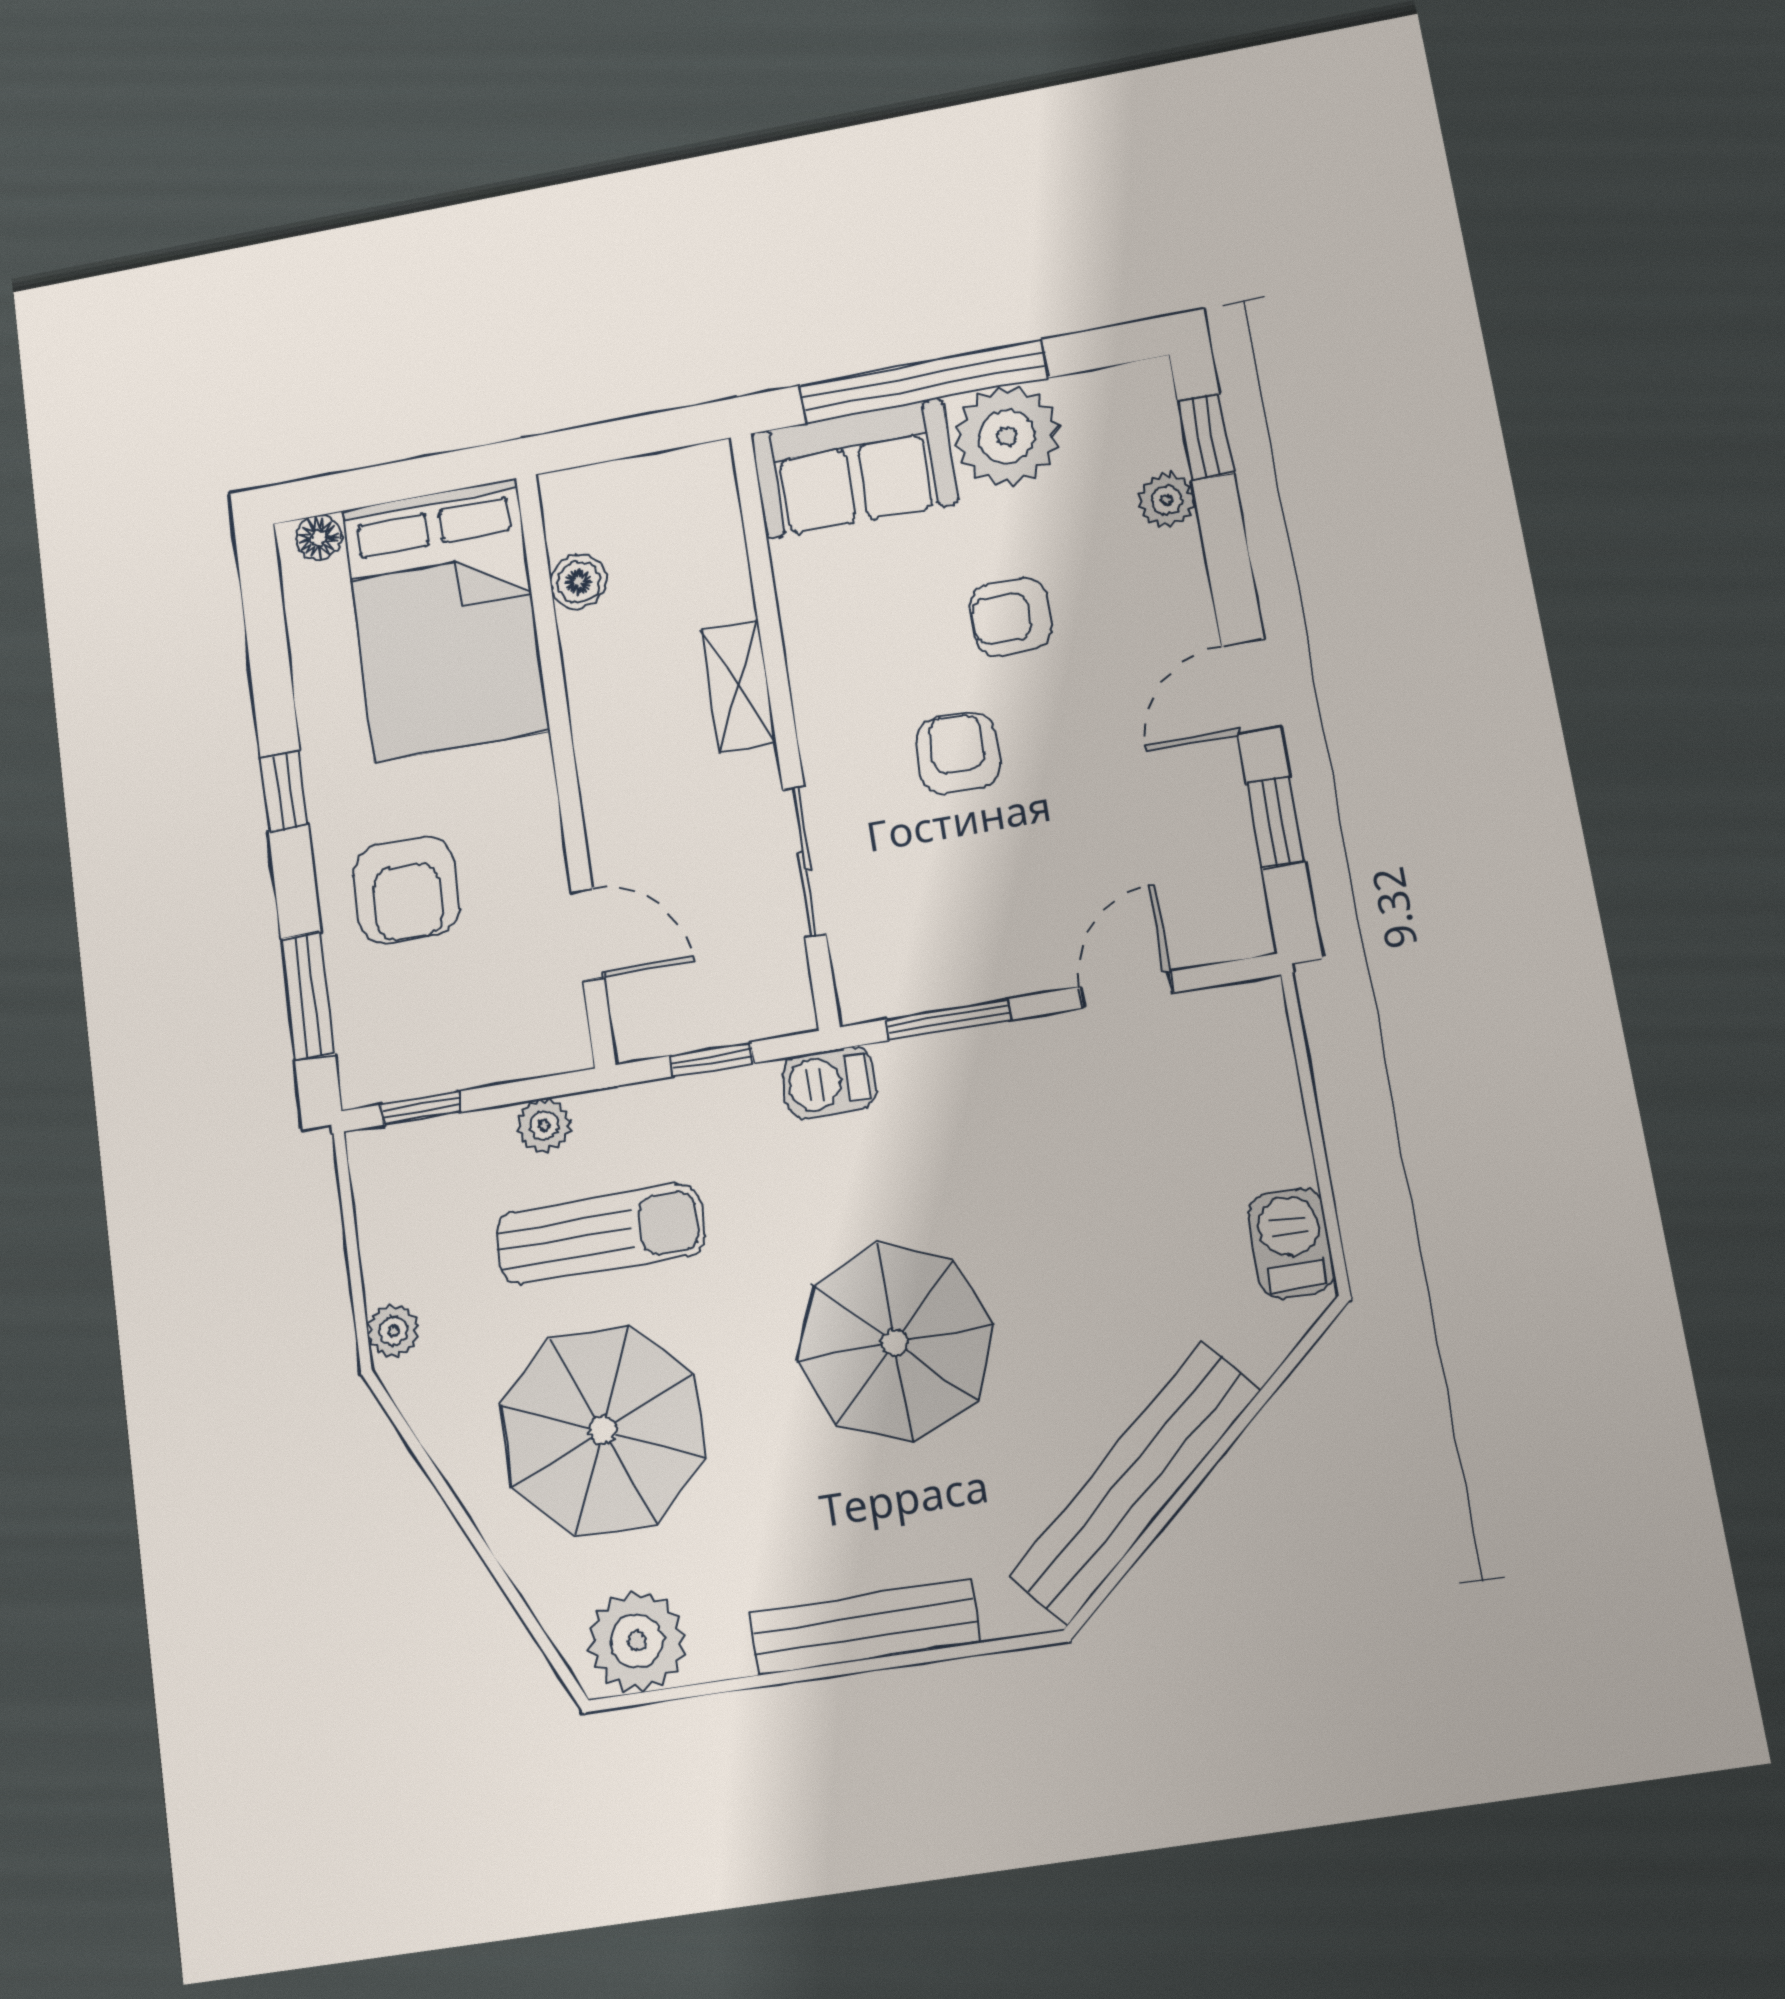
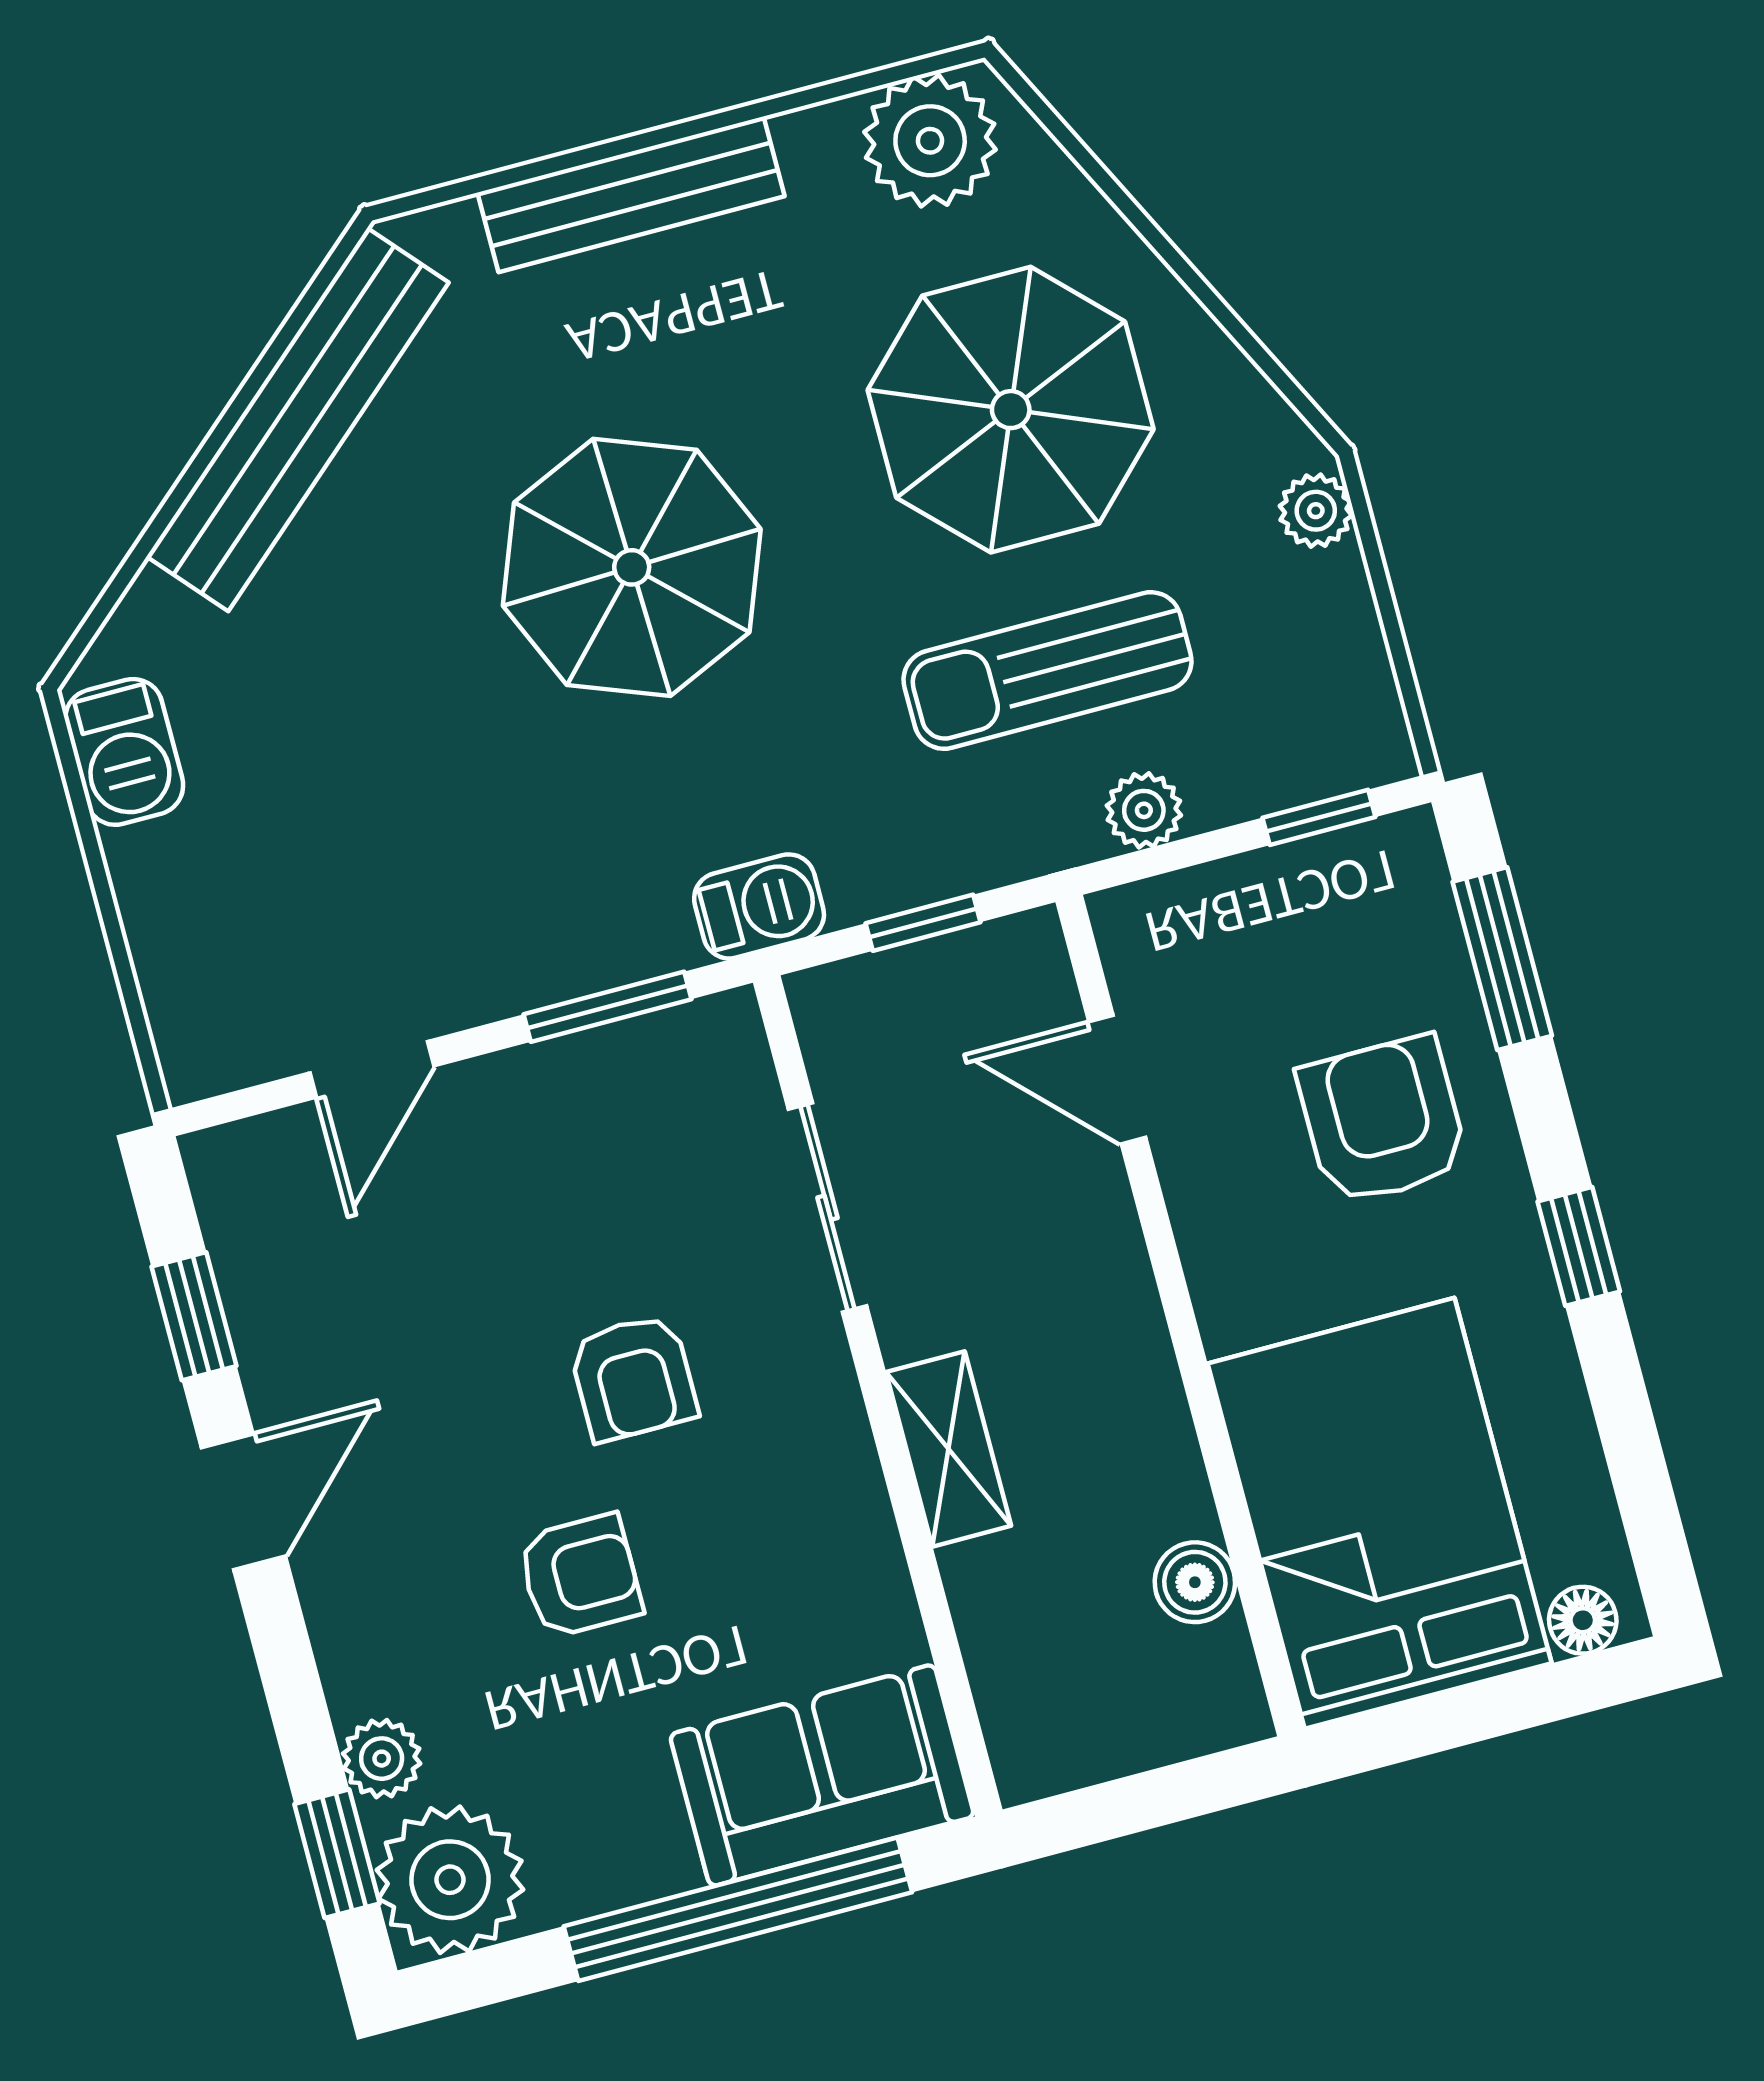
plant: (1007, 436) -> (450, 1880), moved

